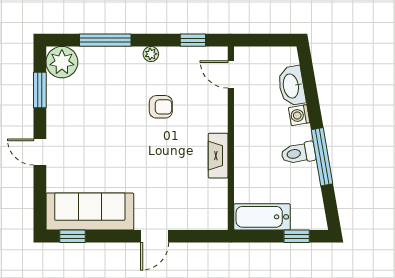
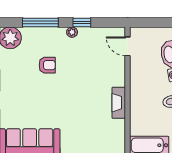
window: (193, 40) -> (82, 22), moved
armchair: (161, 107) -> (47, 65), moved

